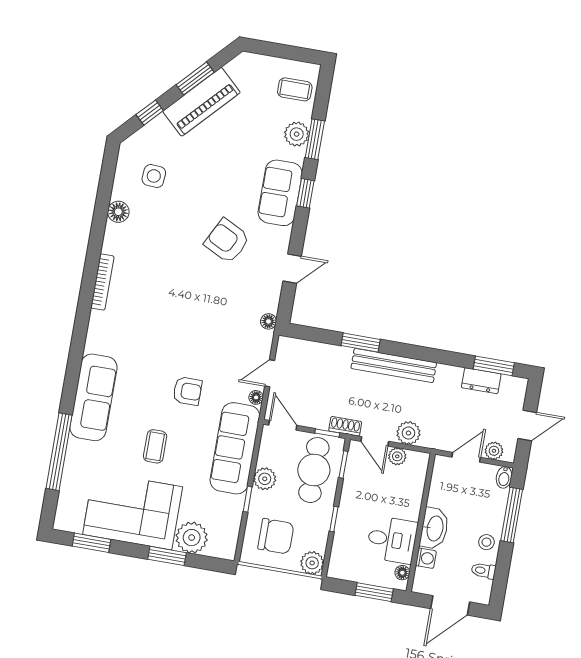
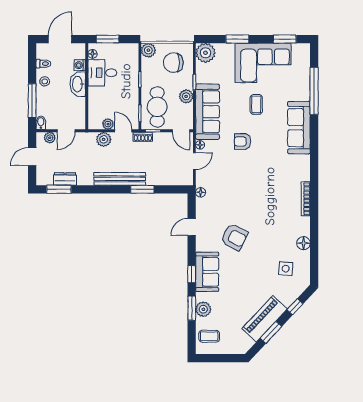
plant: (192, 538) -> (206, 53), moved

